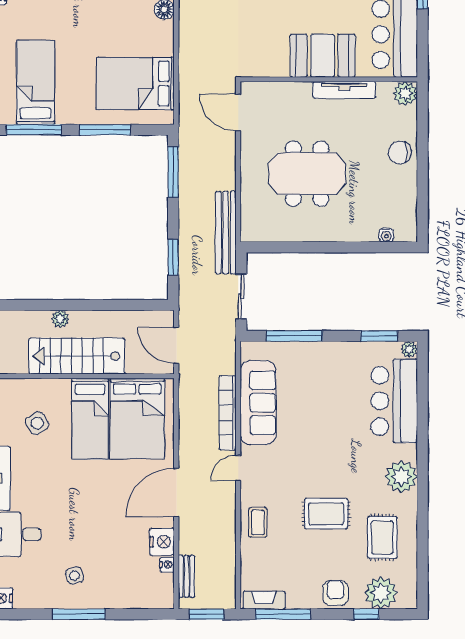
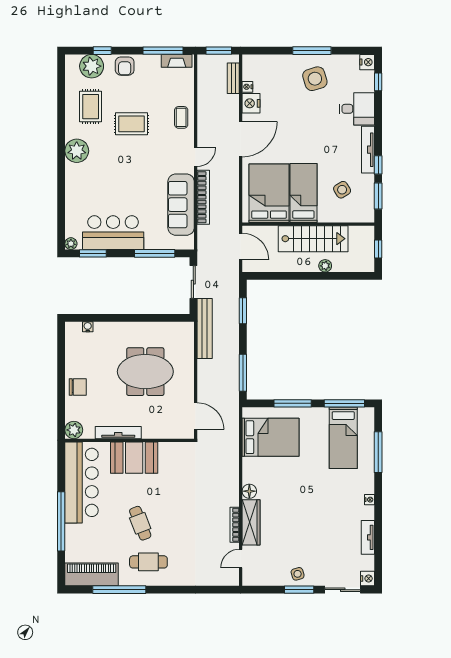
bar counter: (394, 401) -> (113, 233), moved, turned -90
side table: (74, 576) -> (315, 79), width x1.87, depth x1.87

